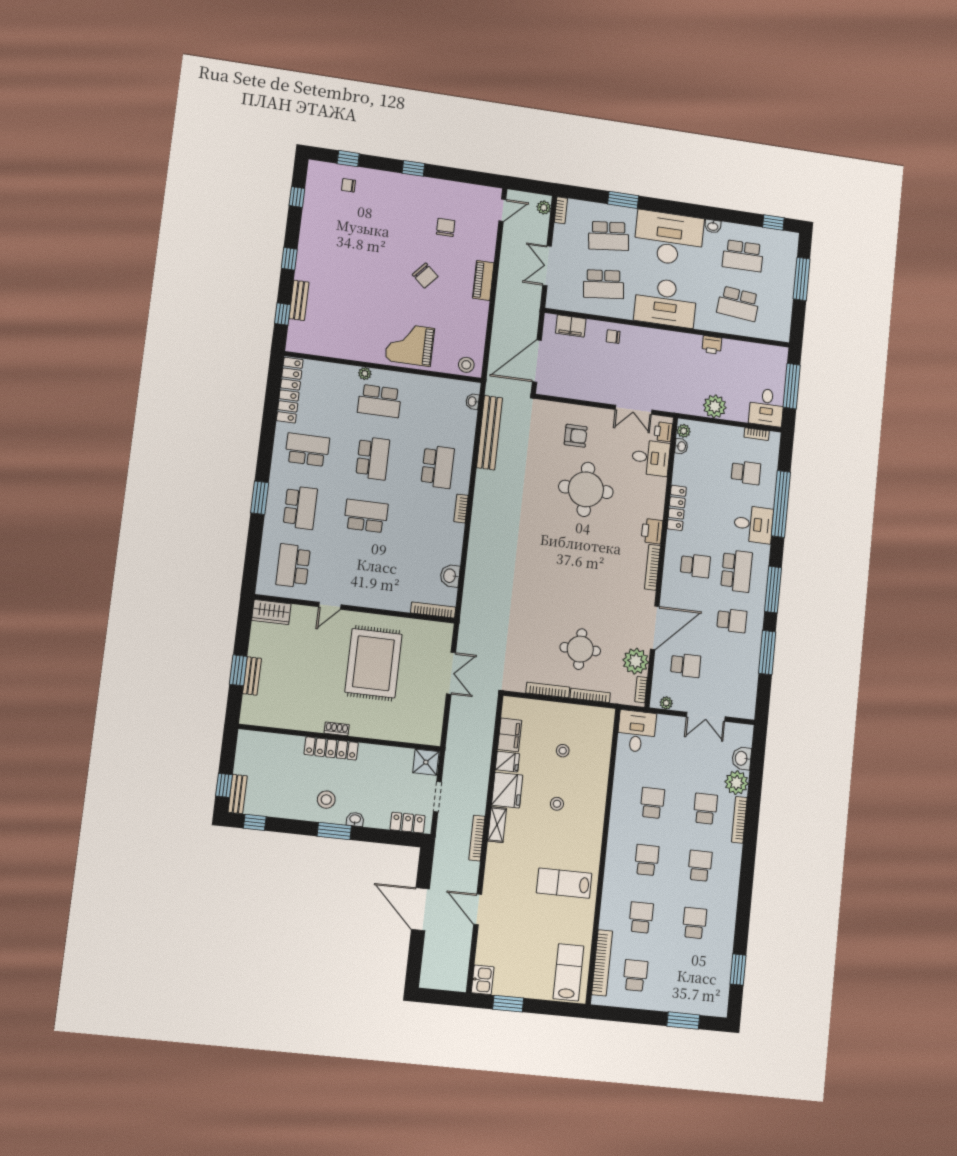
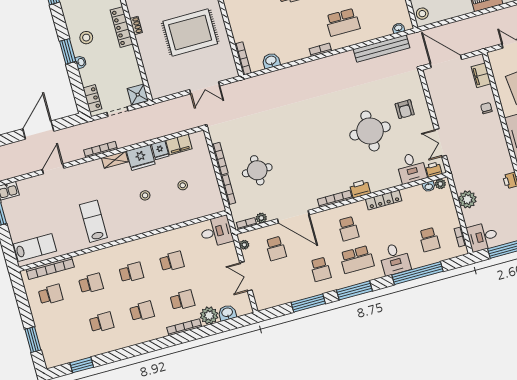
plant: (636, 661) -> (261, 218), width x0.53, depth x0.53

